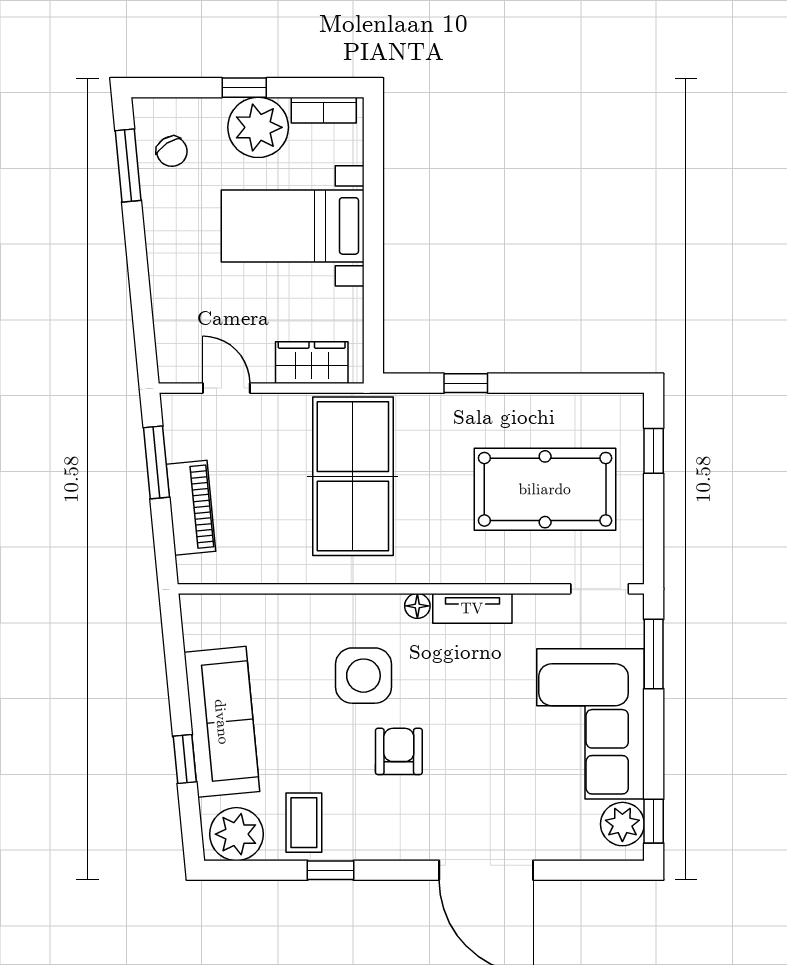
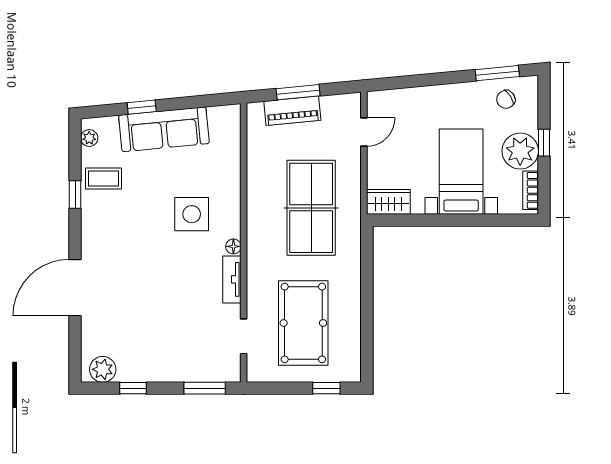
wardrobe: (312, 363) -> (388, 202), moved, turned -90
window: (466, 383) -> (367, 275), removed
window: (156, 462) -> (298, 92), moved
table tennis table: (353, 476) -> (311, 208), turned 90
doorway: (600, 589) -> (244, 336), moved
corner sofa: (590, 724) -> (163, 350), removed
armchair: (399, 751) -> (146, 235), removed
window: (654, 821) -> (133, 388), moved
plant: (236, 834) -> (89, 138), width x0.53, depth x0.53

